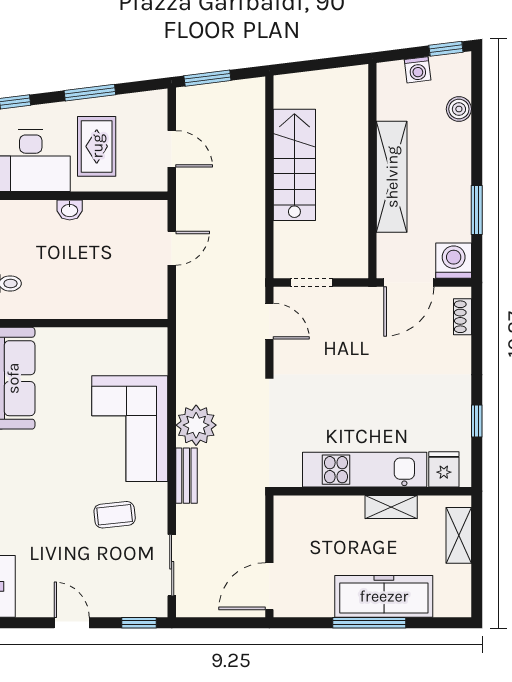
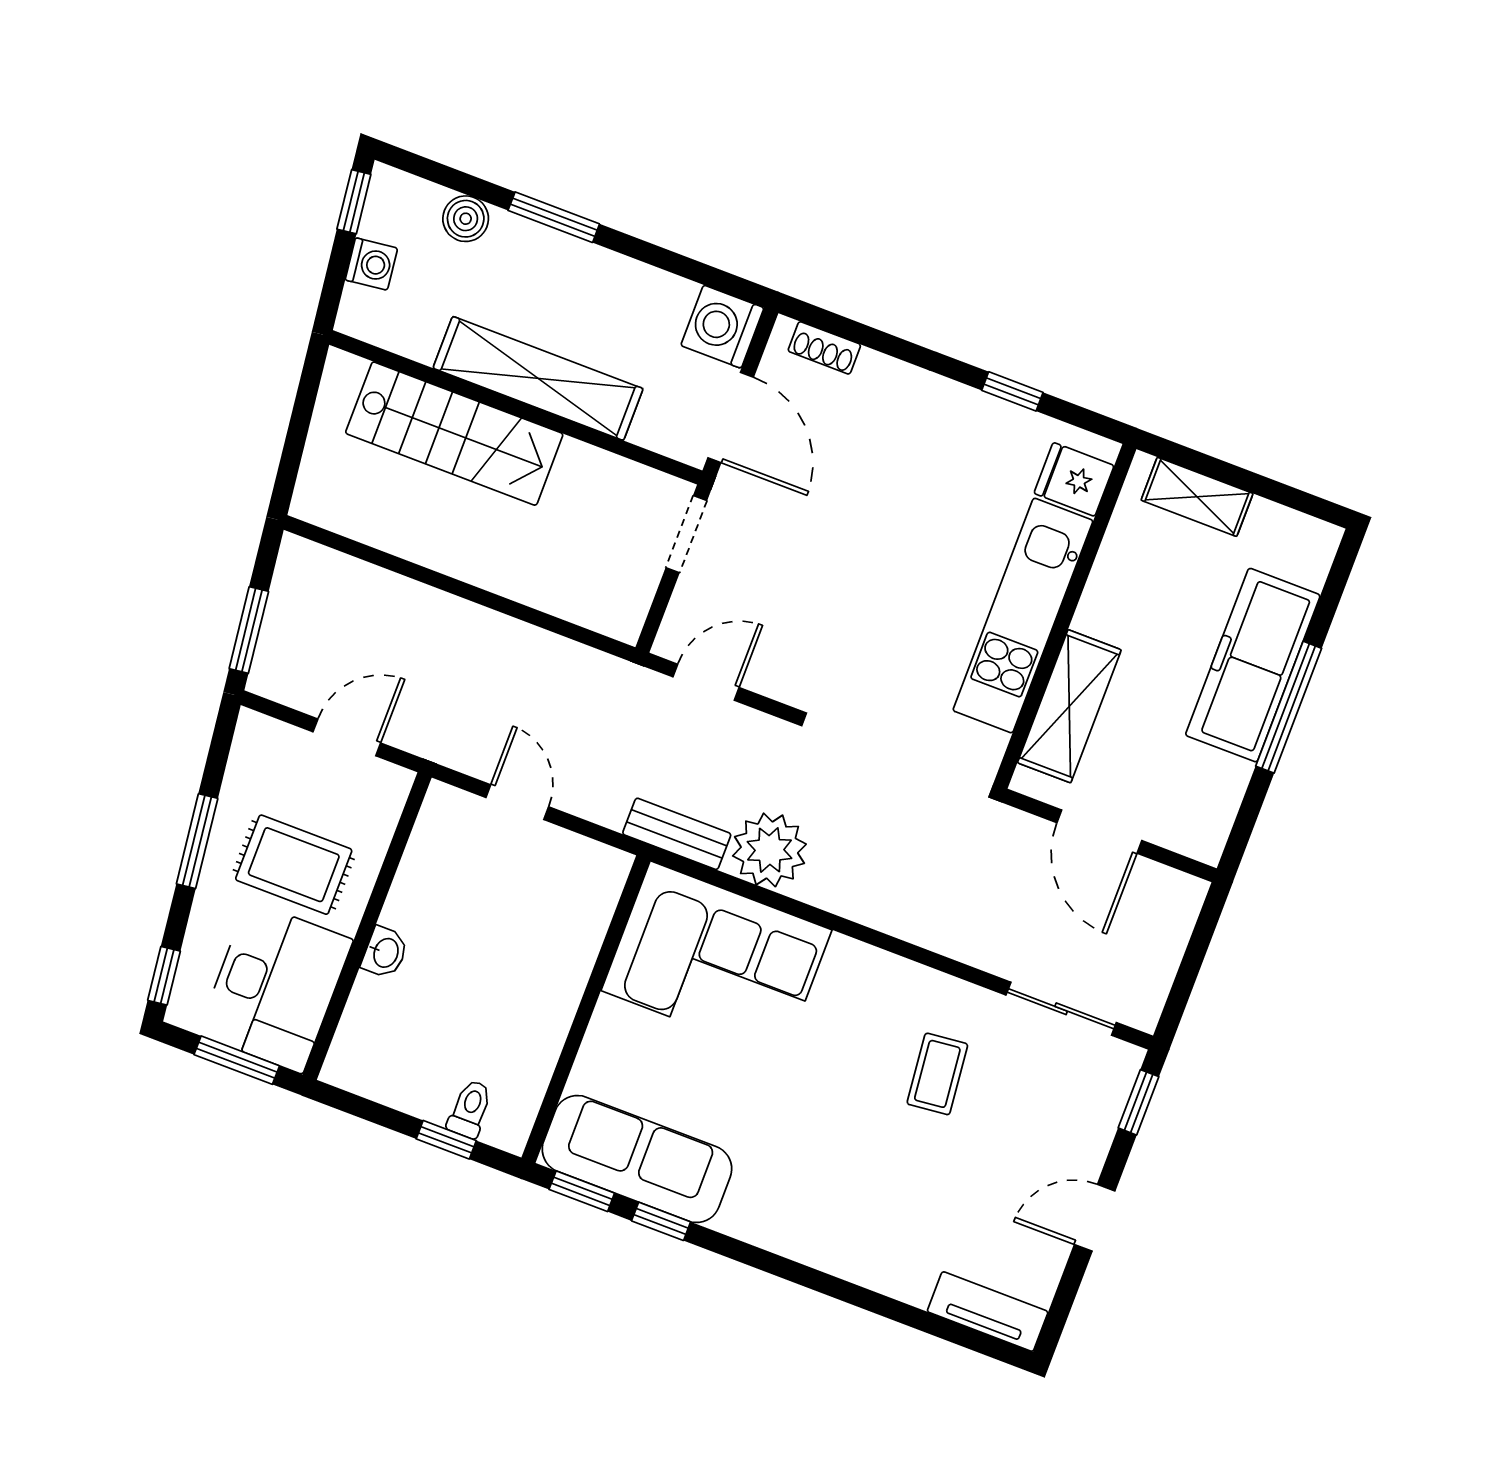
stairs: (294, 165) -> (454, 434), moved, turned 180
window: (477, 210) -> (554, 217), moved
doorway: (312, 282) -> (686, 534), moved
plant: (196, 425) -> (769, 850), moved
corner sofa: (130, 429) -> (717, 960), moved
bench: (186, 476) -> (677, 834), moved
shelving: (391, 507) -> (1069, 706), moved, width x1.50, depth x1.33
door: (269, 586) -> (1099, 832), moved

